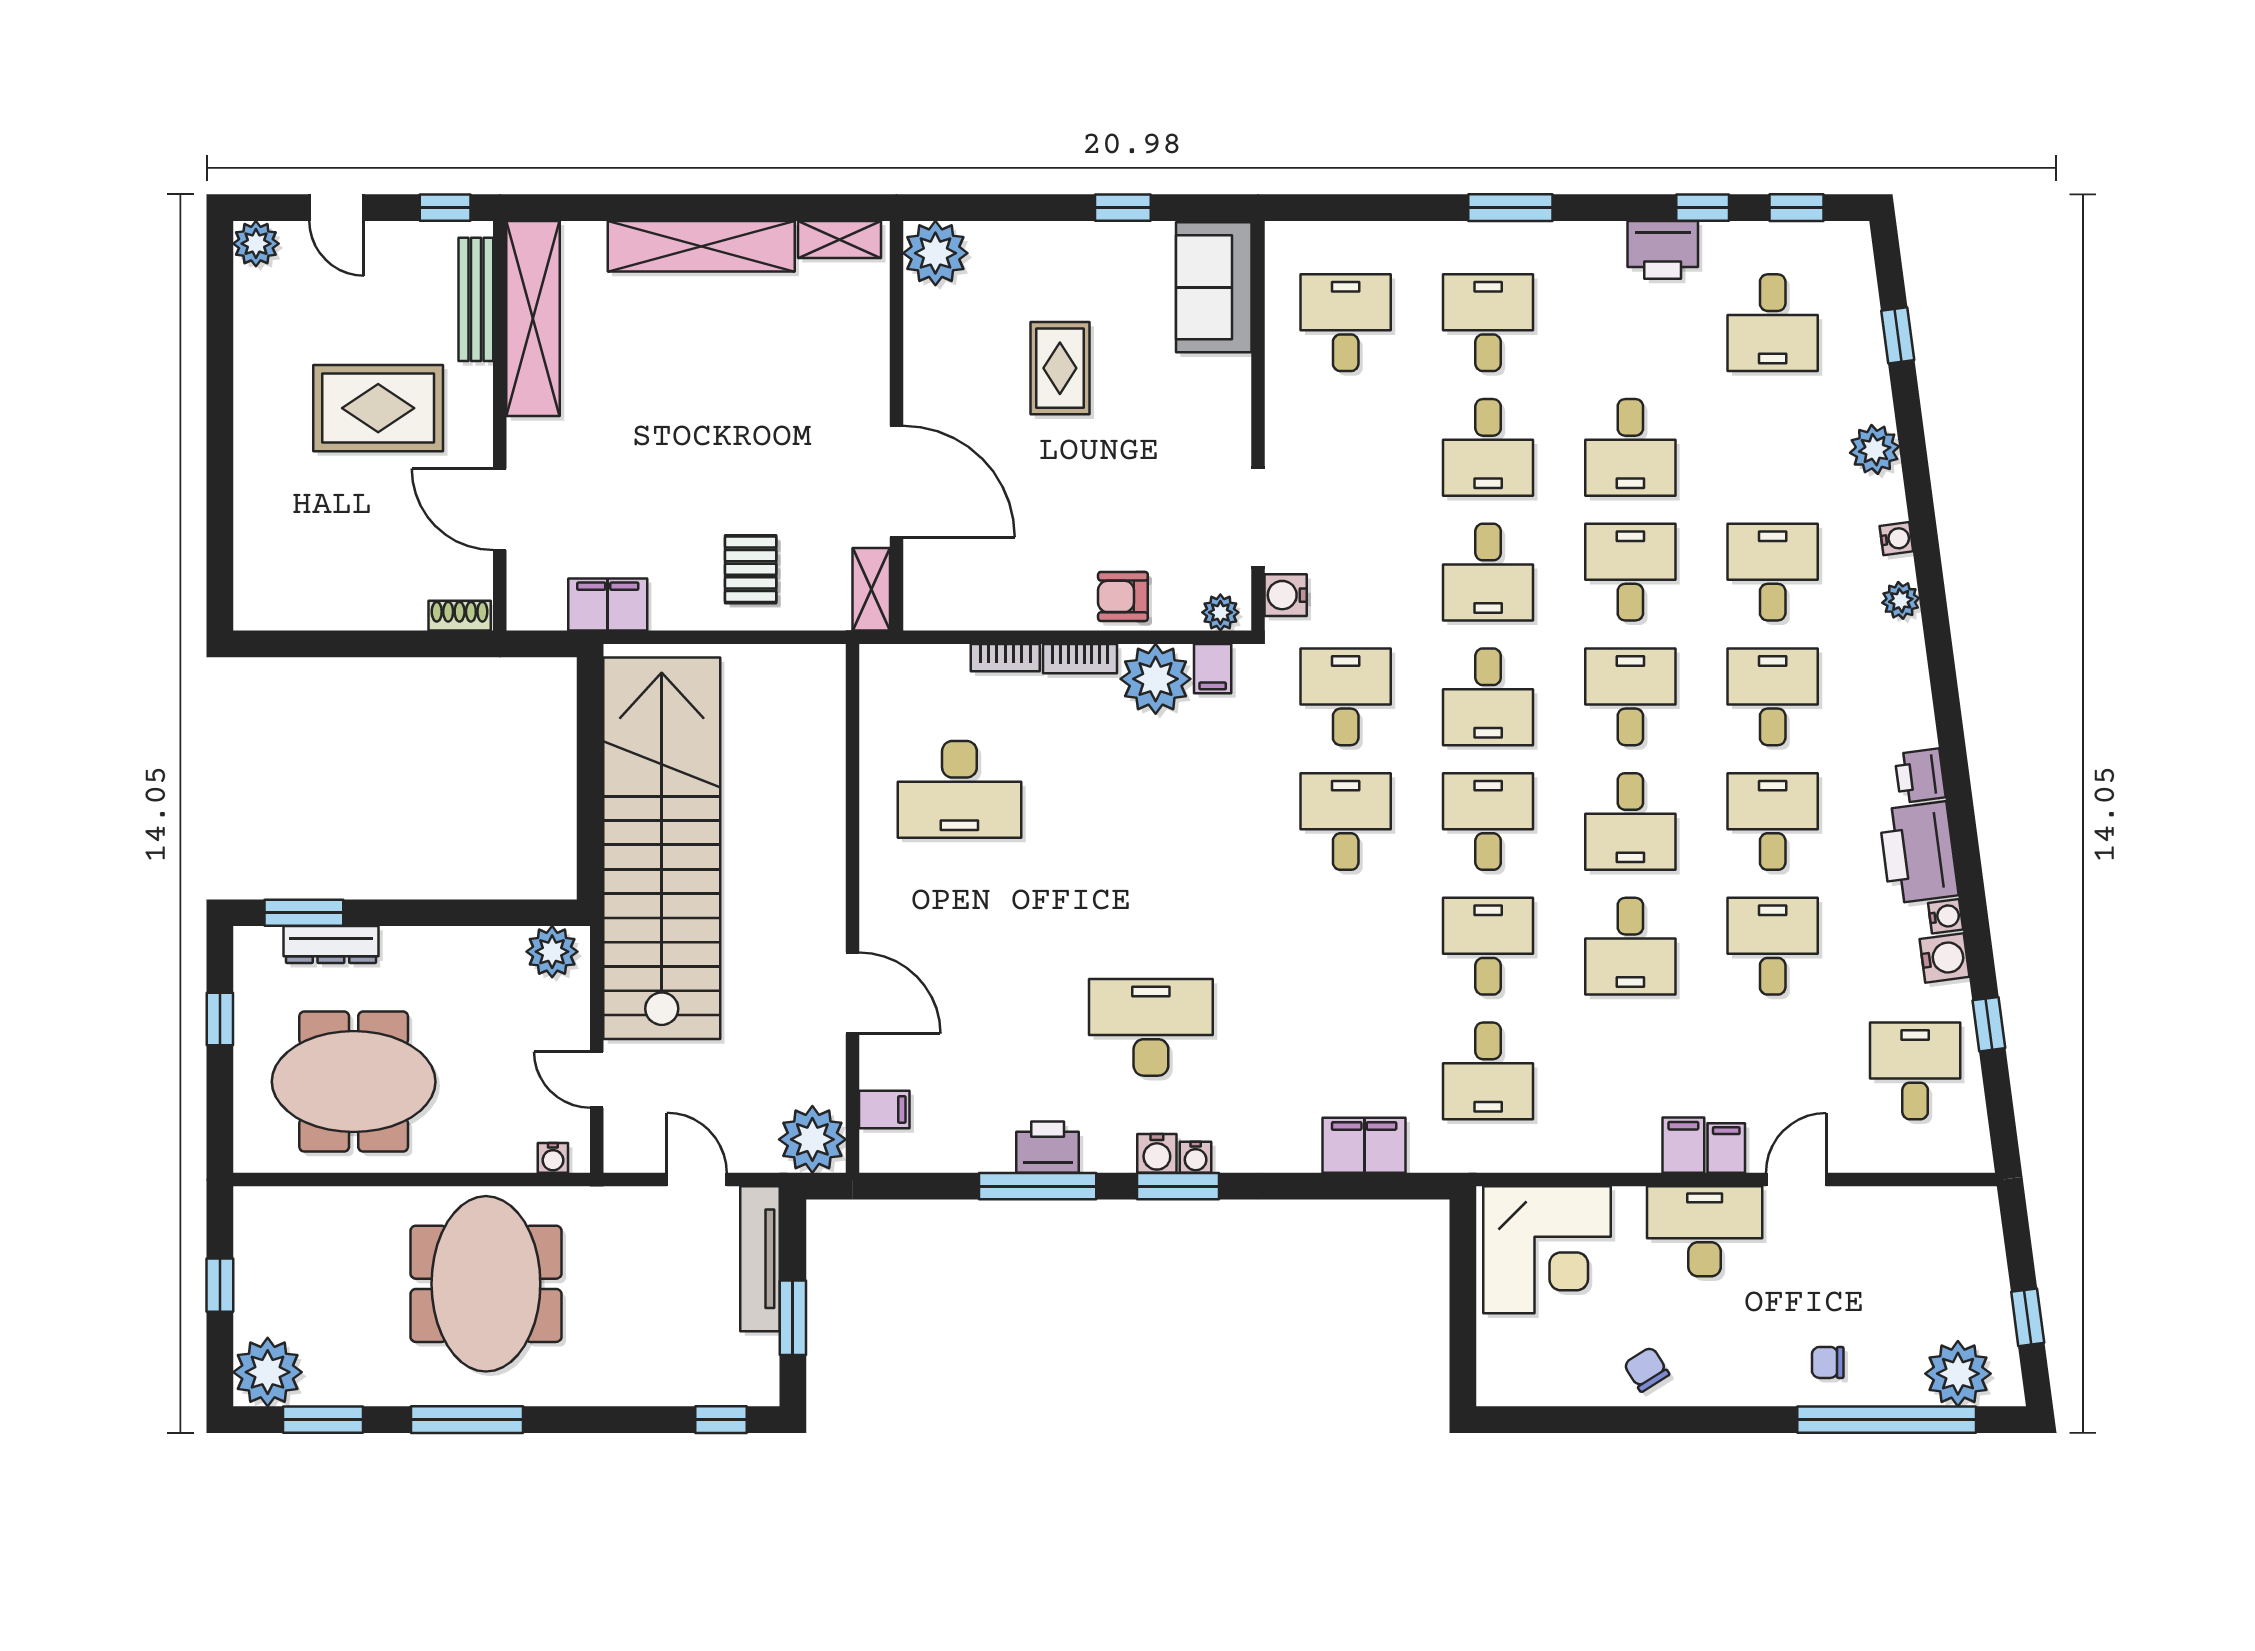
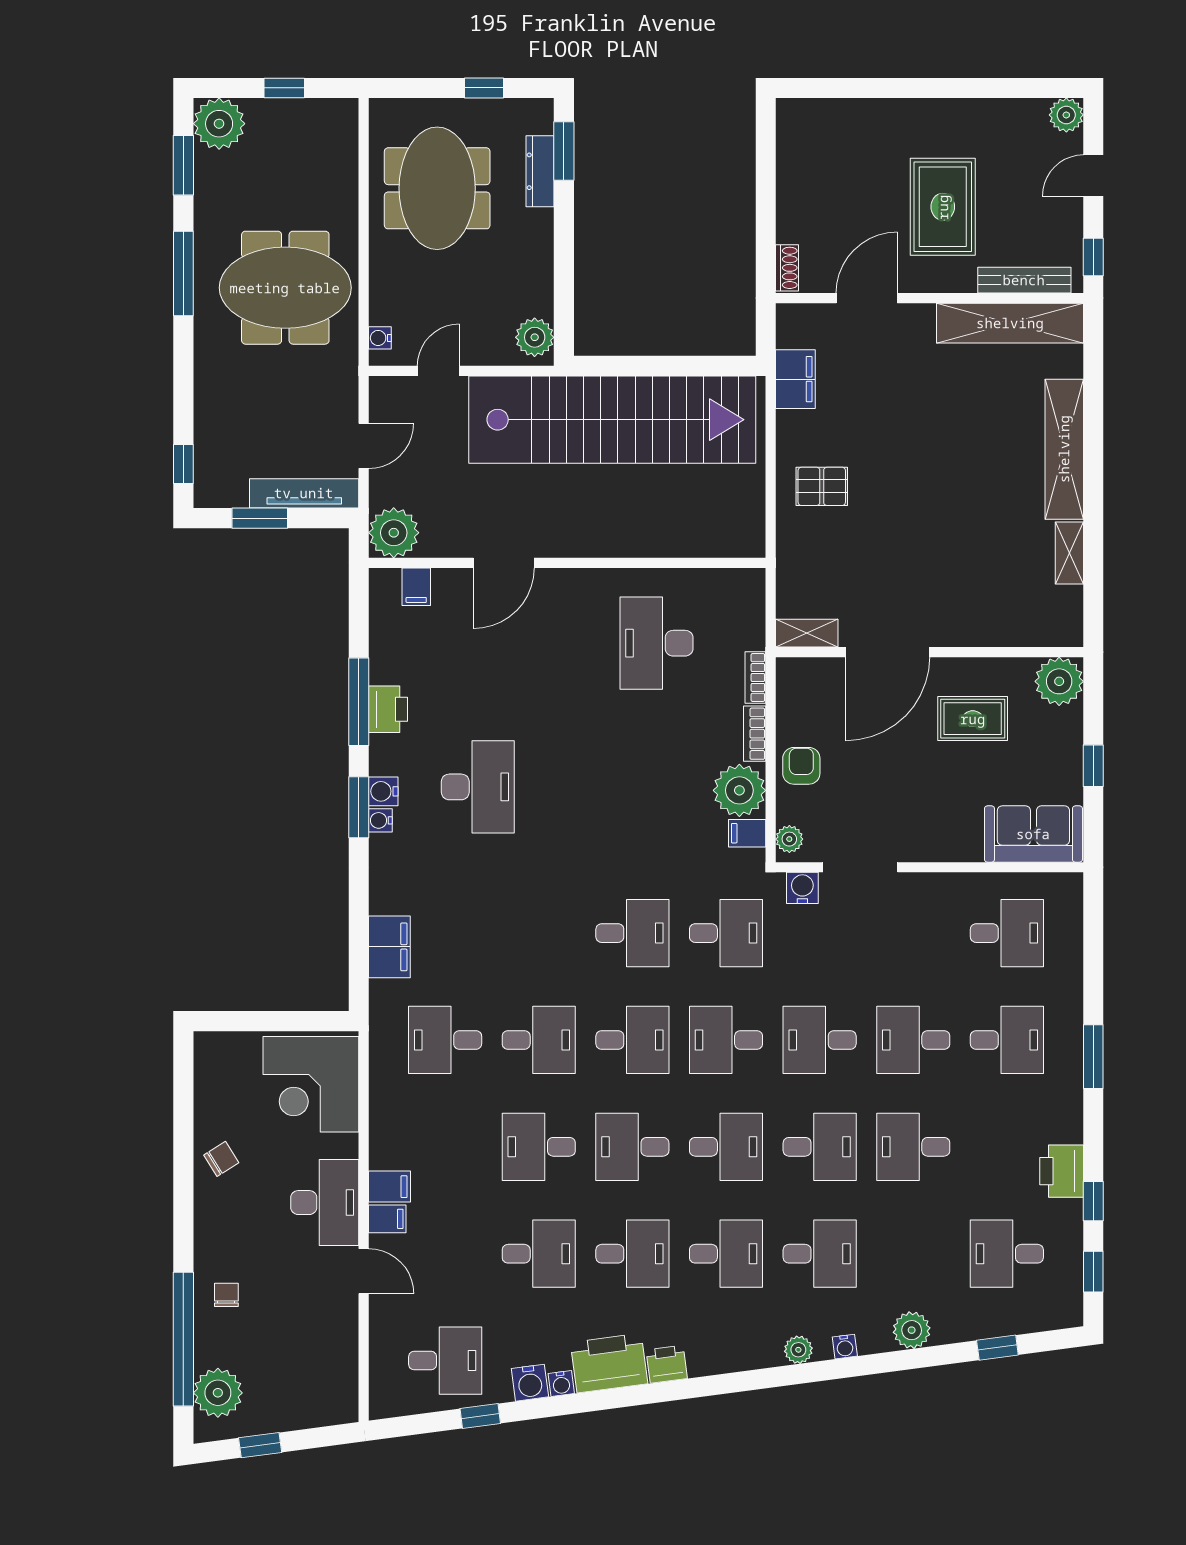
plant: (935, 253) -> (1059, 681), moved
wall: (897, 426) -> (930, 652), moved
door: (897, 481) -> (888, 652), moved
shelving: (871, 589) -> (807, 633), moved

